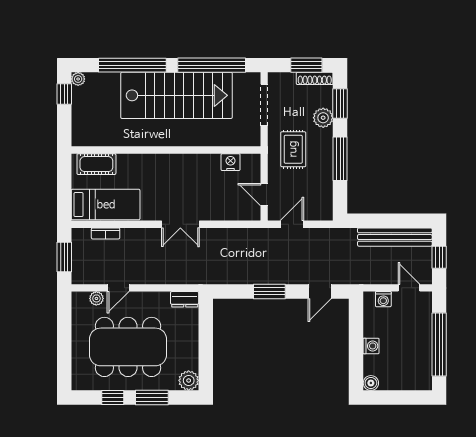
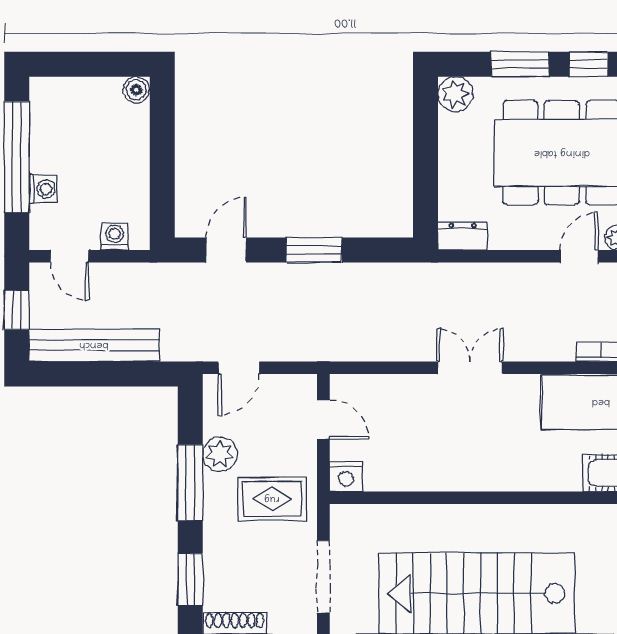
plant: (323, 118) -> (220, 454), moved
rug: (293, 149) -> (272, 499), turned 90
nightstand: (231, 162) -> (346, 477), moved
door: (292, 224) -> (239, 368), moved
washing machine: (371, 346) -> (43, 189), moved, turned 180

